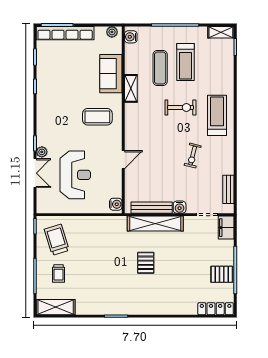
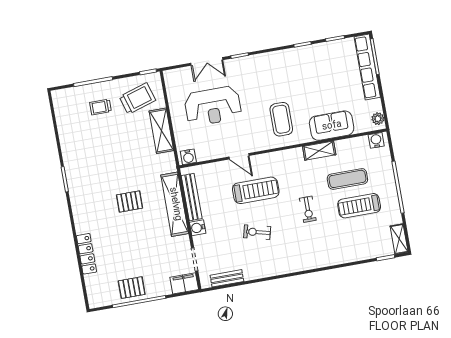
exercise bike: (181, 107) -> (308, 209), width x0.73, depth x0.72
treadmill: (217, 115) -> (256, 190), moved
plant: (42, 152) -> (232, 65), removed
pallet: (222, 274) -> (132, 288), turned 90
shelving: (56, 307) -> (161, 131), moved
locker: (216, 309) -> (86, 254), moved

